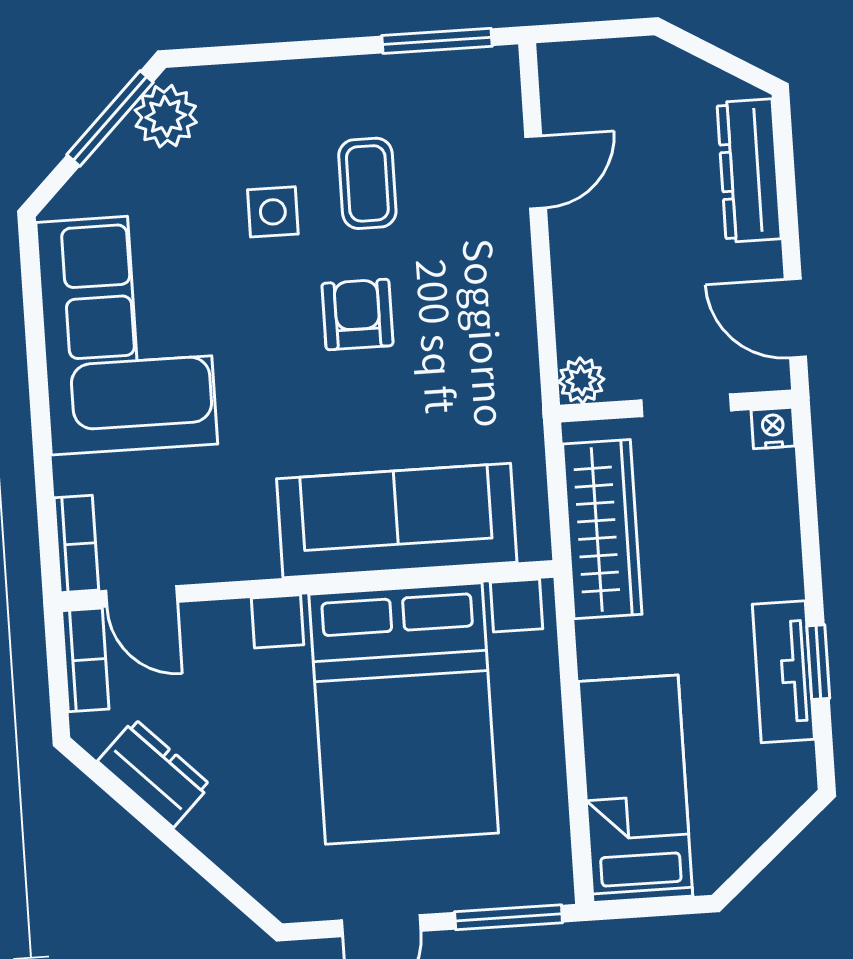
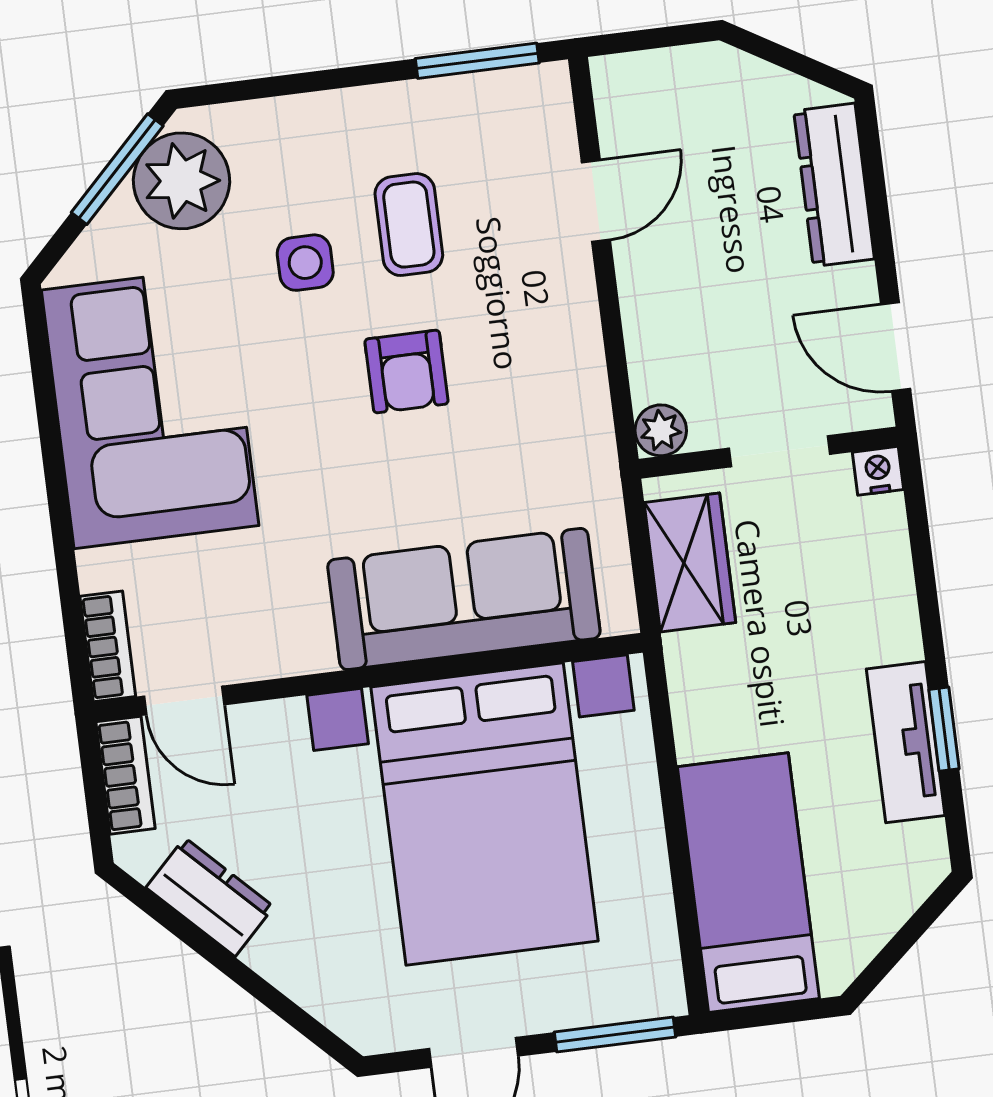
plant: (166, 116) -> (182, 181), width x1.36, depth x1.36
armchair: (357, 314) -> (406, 372), turned 180
wardrobe: (602, 529) -> (690, 563), width x0.67

